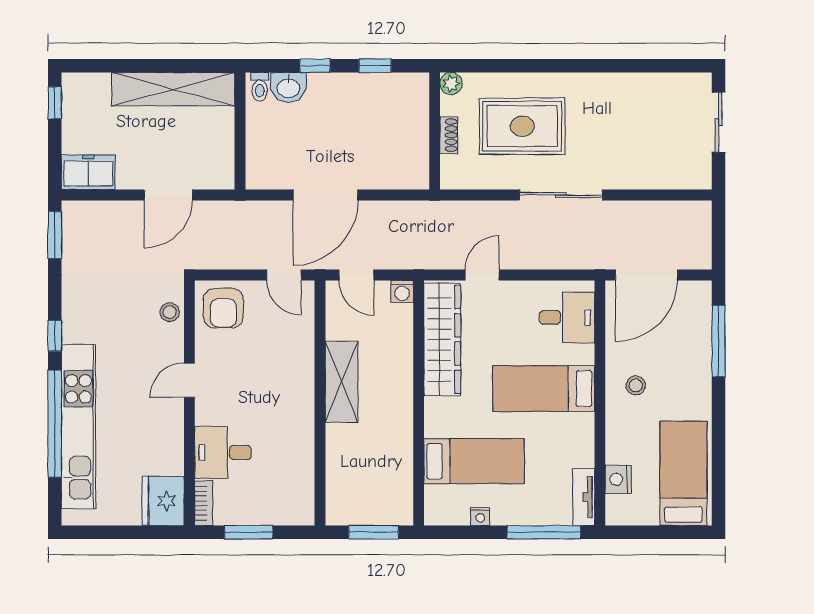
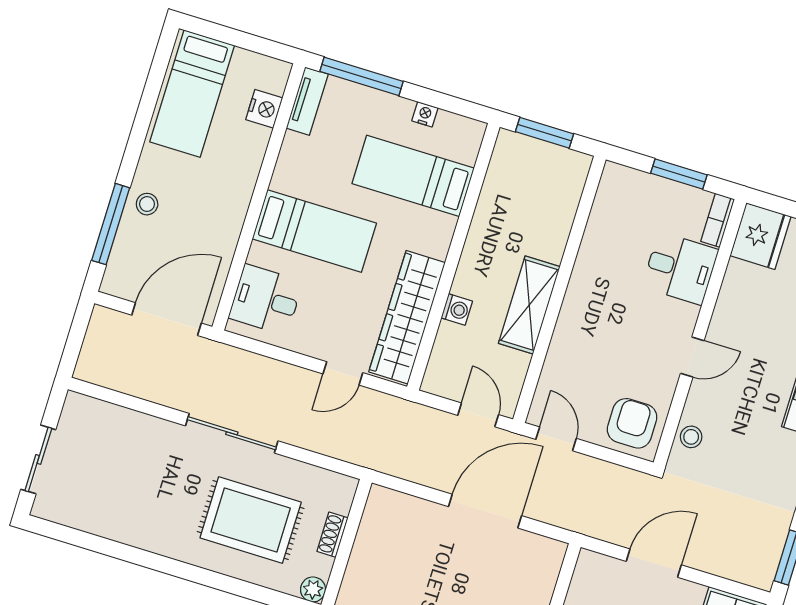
washing machine: (402, 292) -> (457, 309), moved, turned 90
stool: (636, 385) -> (147, 204), moved

